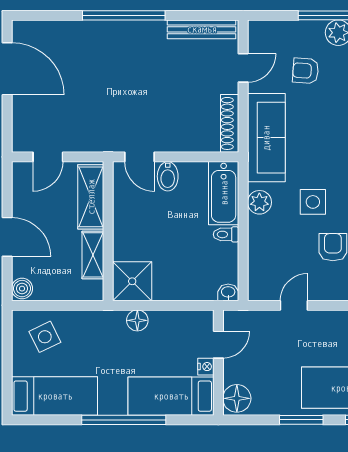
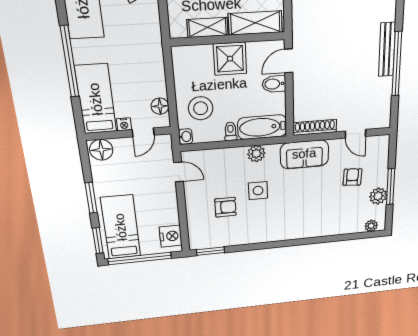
window: (124, 15) -> (397, 64), moved
bench: (202, 29) -> (387, 50), moved
sofa: (266, 138) -> (304, 154), width x0.73
stool: (192, 270) -> (201, 108), added
shower: (132, 281) -> (230, 59), moved
door: (294, 305) -> (178, 172), moved
floor lamp: (137, 320) -> (160, 106), moved
door: (218, 345) -> (143, 132), hinge flipped

